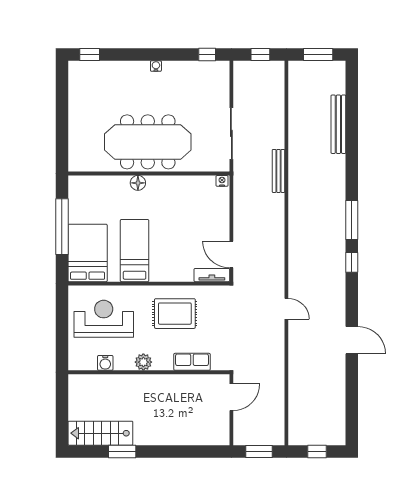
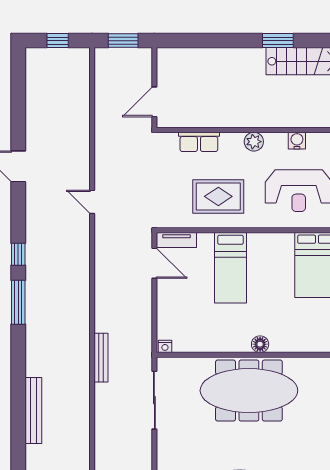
bed: (135, 251) -> (230, 268), moved

